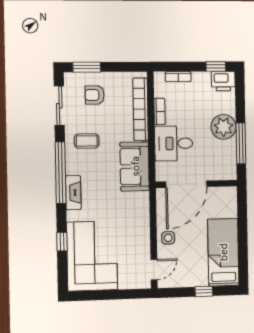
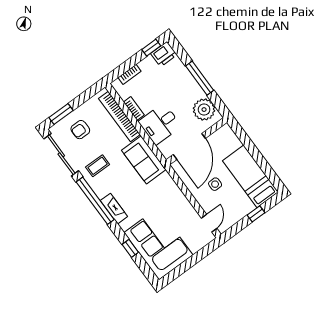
sliding door: (59, 106) -> (61, 155), width x1.37
plant: (224, 127) -> (204, 110), moved
window: (241, 143) -> (200, 78), moved
side table: (168, 238) -> (215, 184), moved

